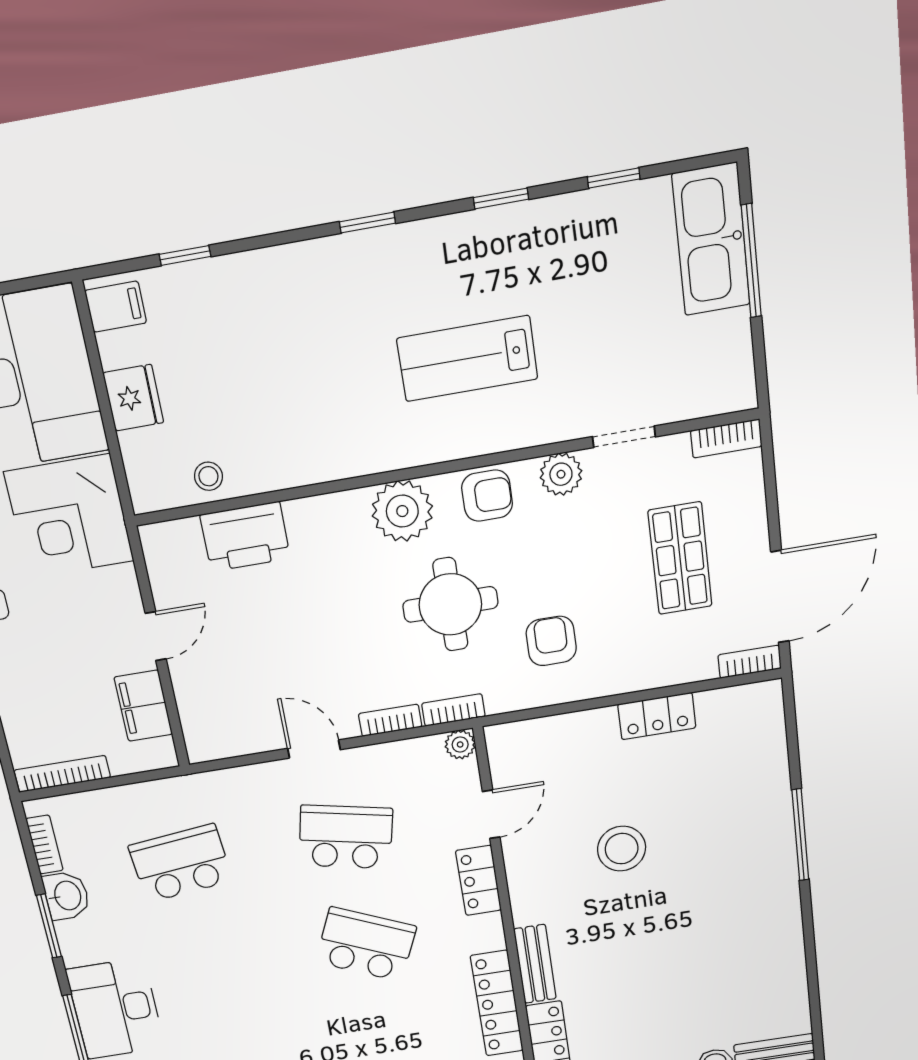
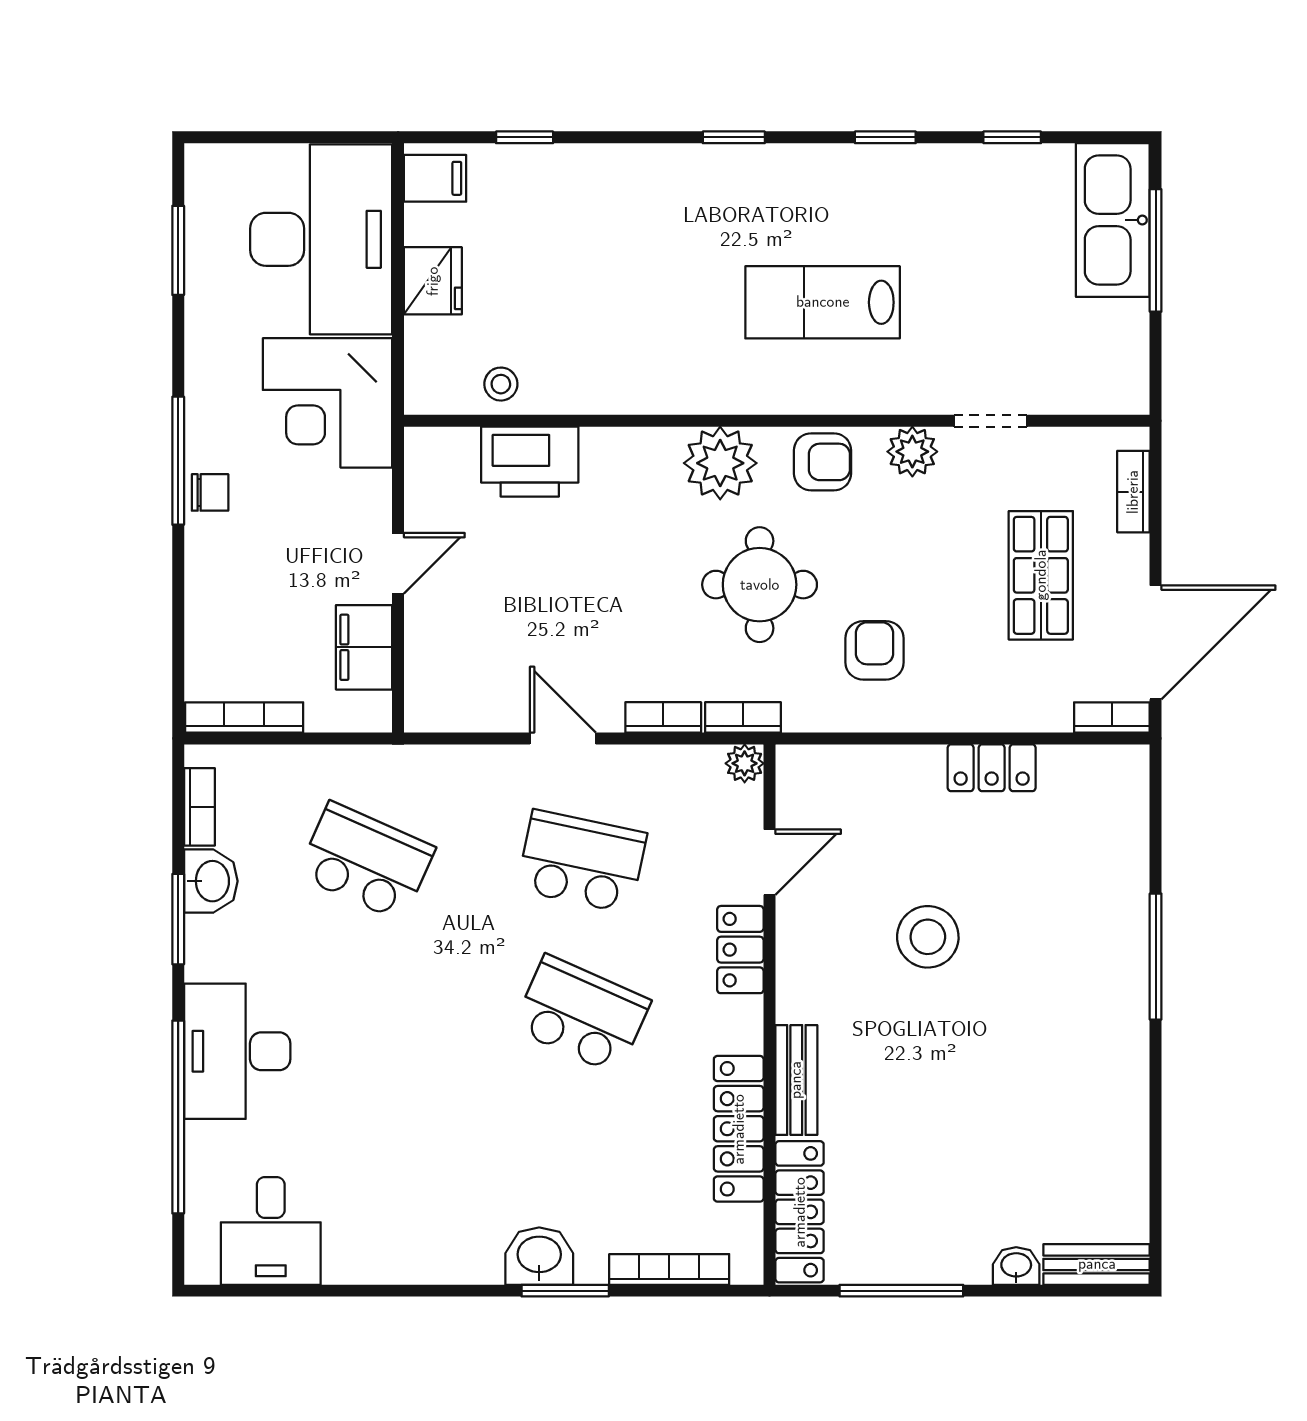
bookcase: (726, 438) -> (1133, 492), moved, turned 90
school desk: (181, 863) -> (366, 861), turned 30

